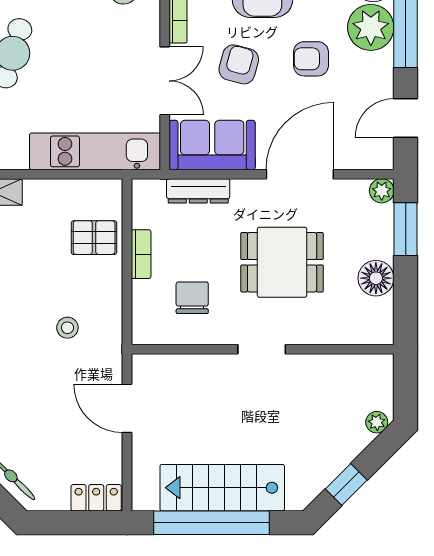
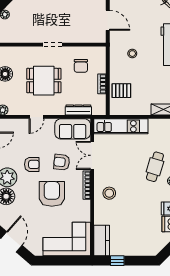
armchair: (239, 64) -> (62, 162), turned 81
door: (300, 174) -> (36, 117), width x0.53

